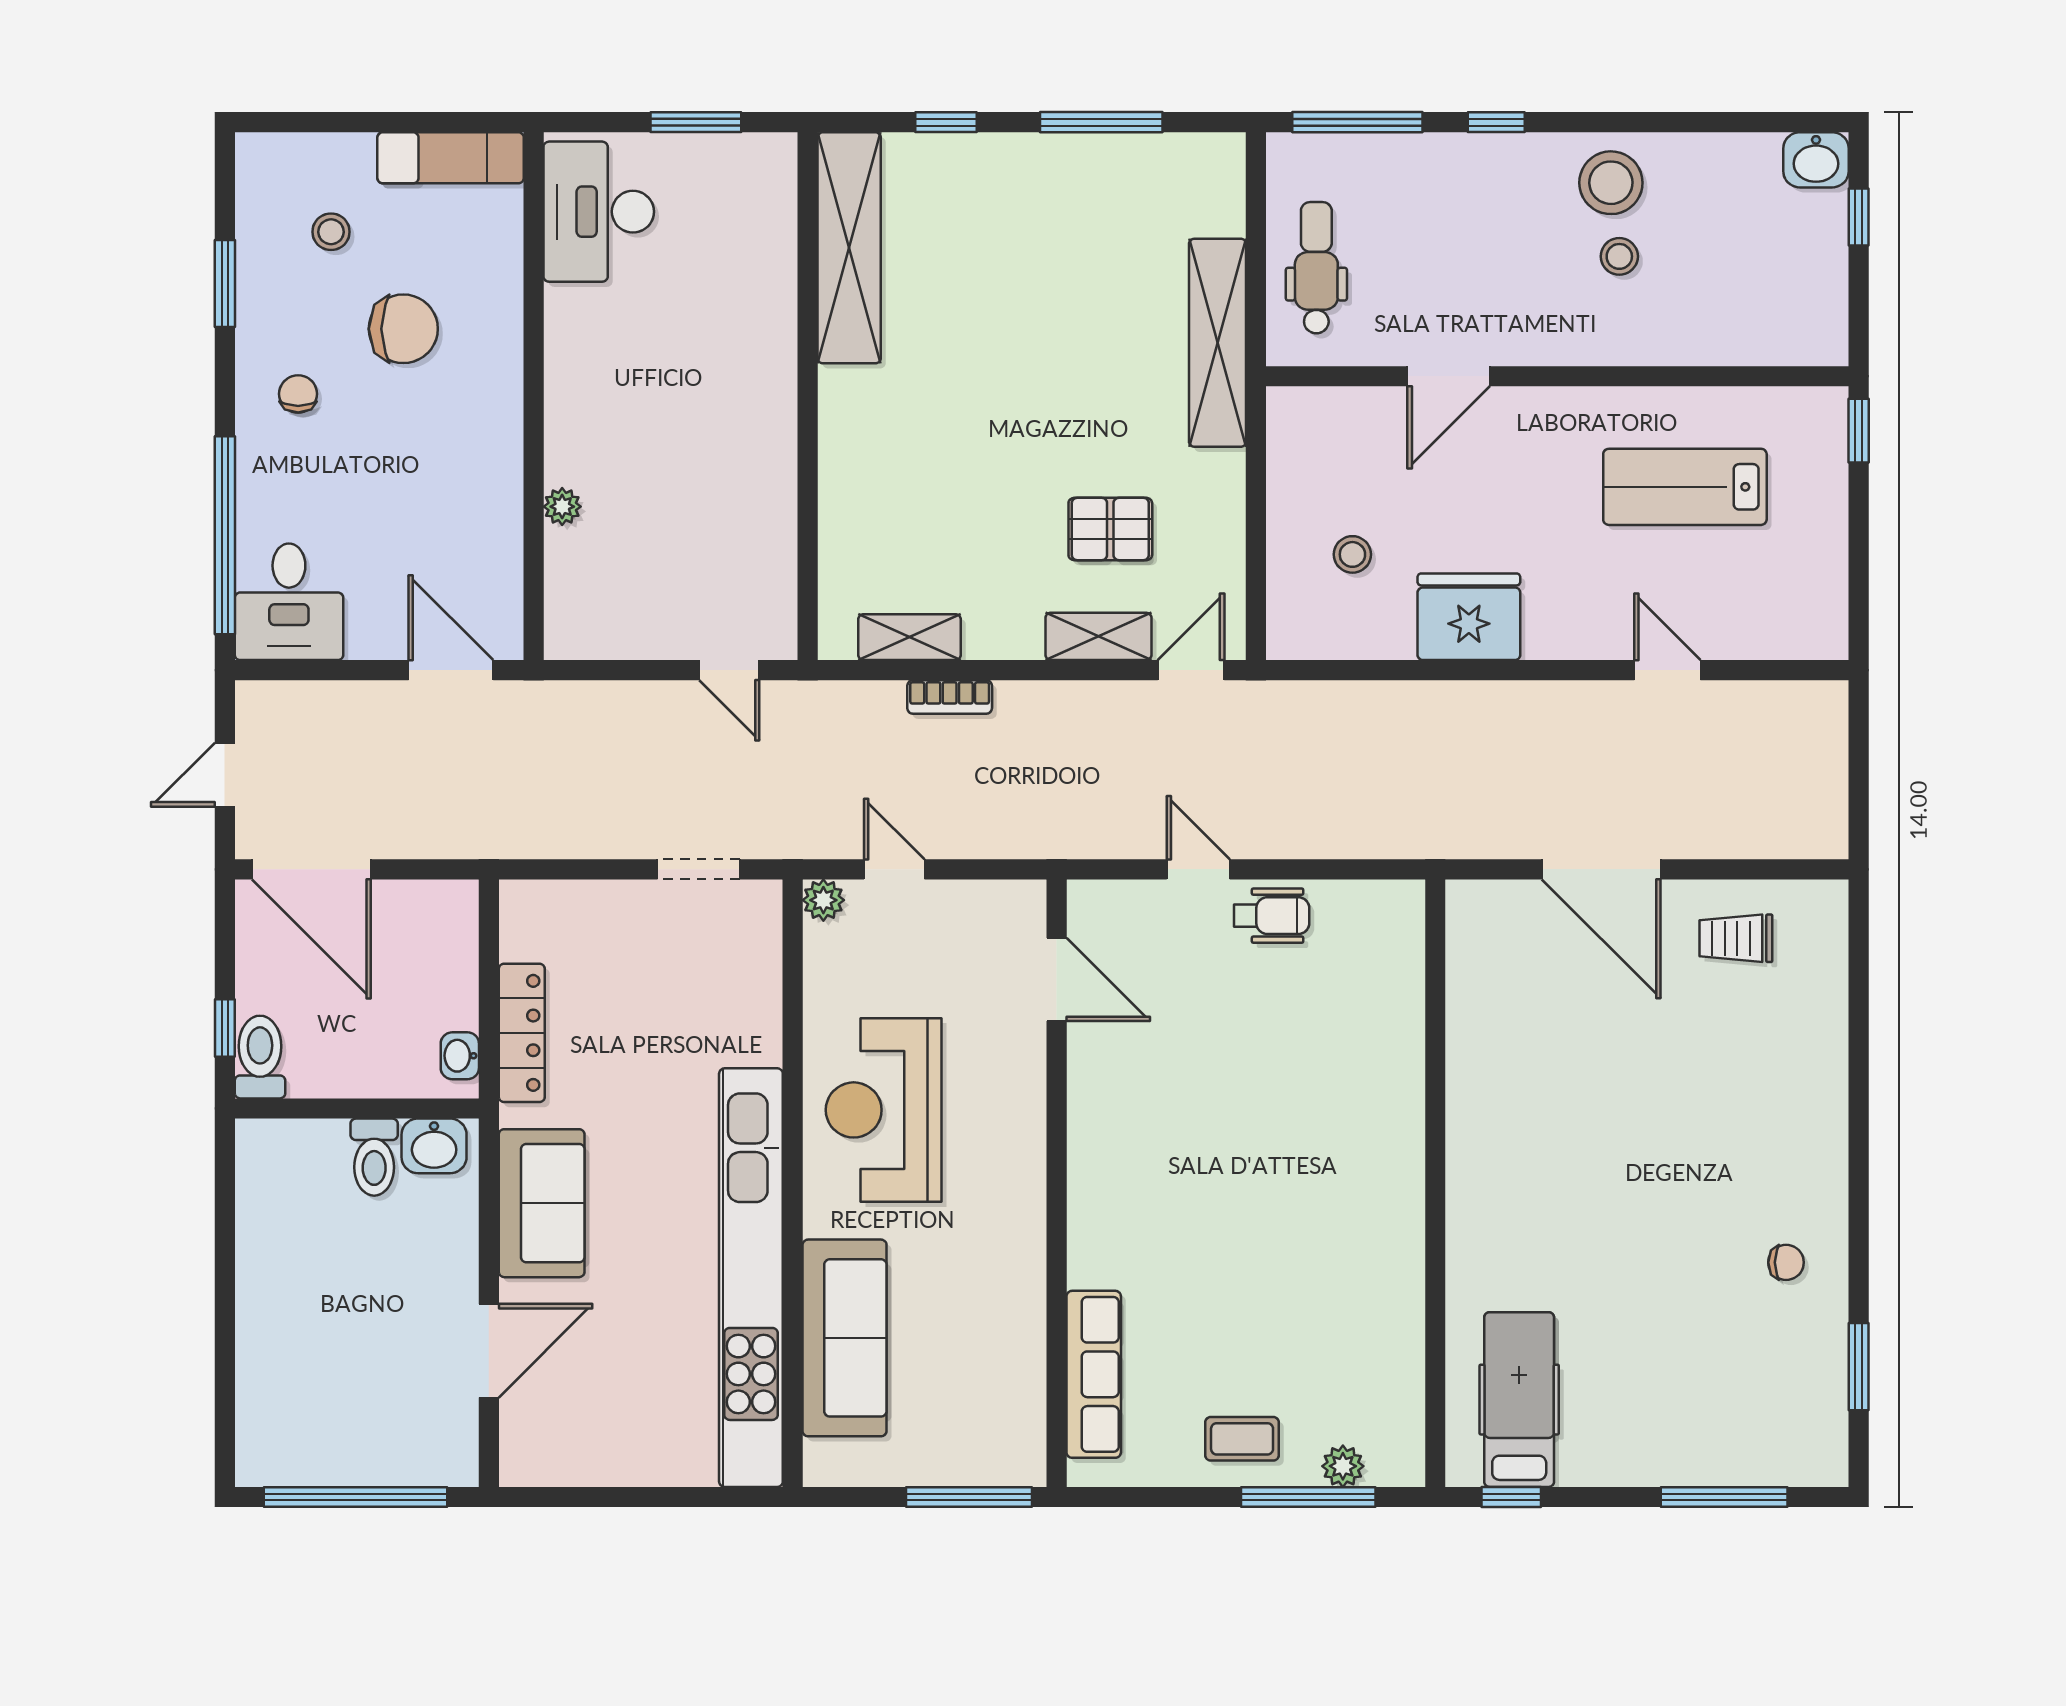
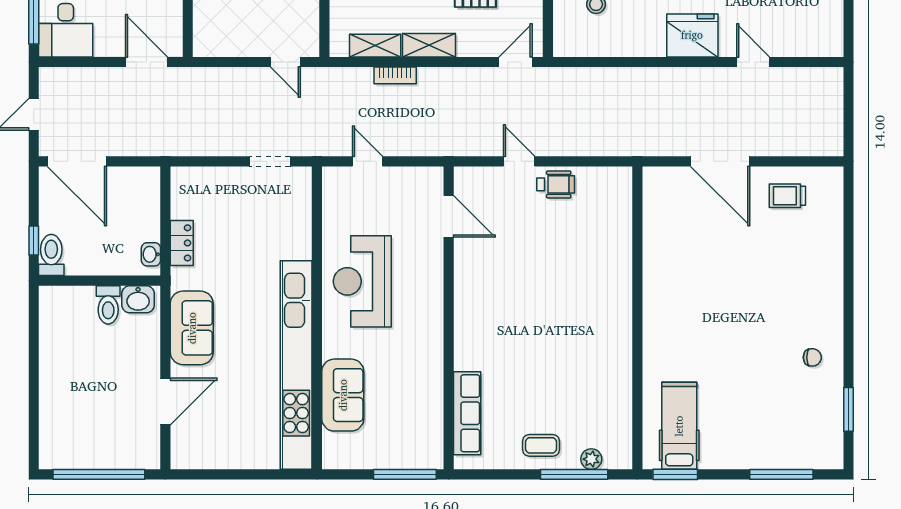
fridge: (1469, 617) -> (692, 35), moved
shelving: (1098, 636) -> (429, 45), moved
plant: (823, 900) -> (332, 177), removed
locker: (522, 1033) -> (182, 243), width x0.66
sofa: (845, 1338) -> (343, 395), width x0.73
window: (1511, 1497) -> (675, 474), width x1.50

